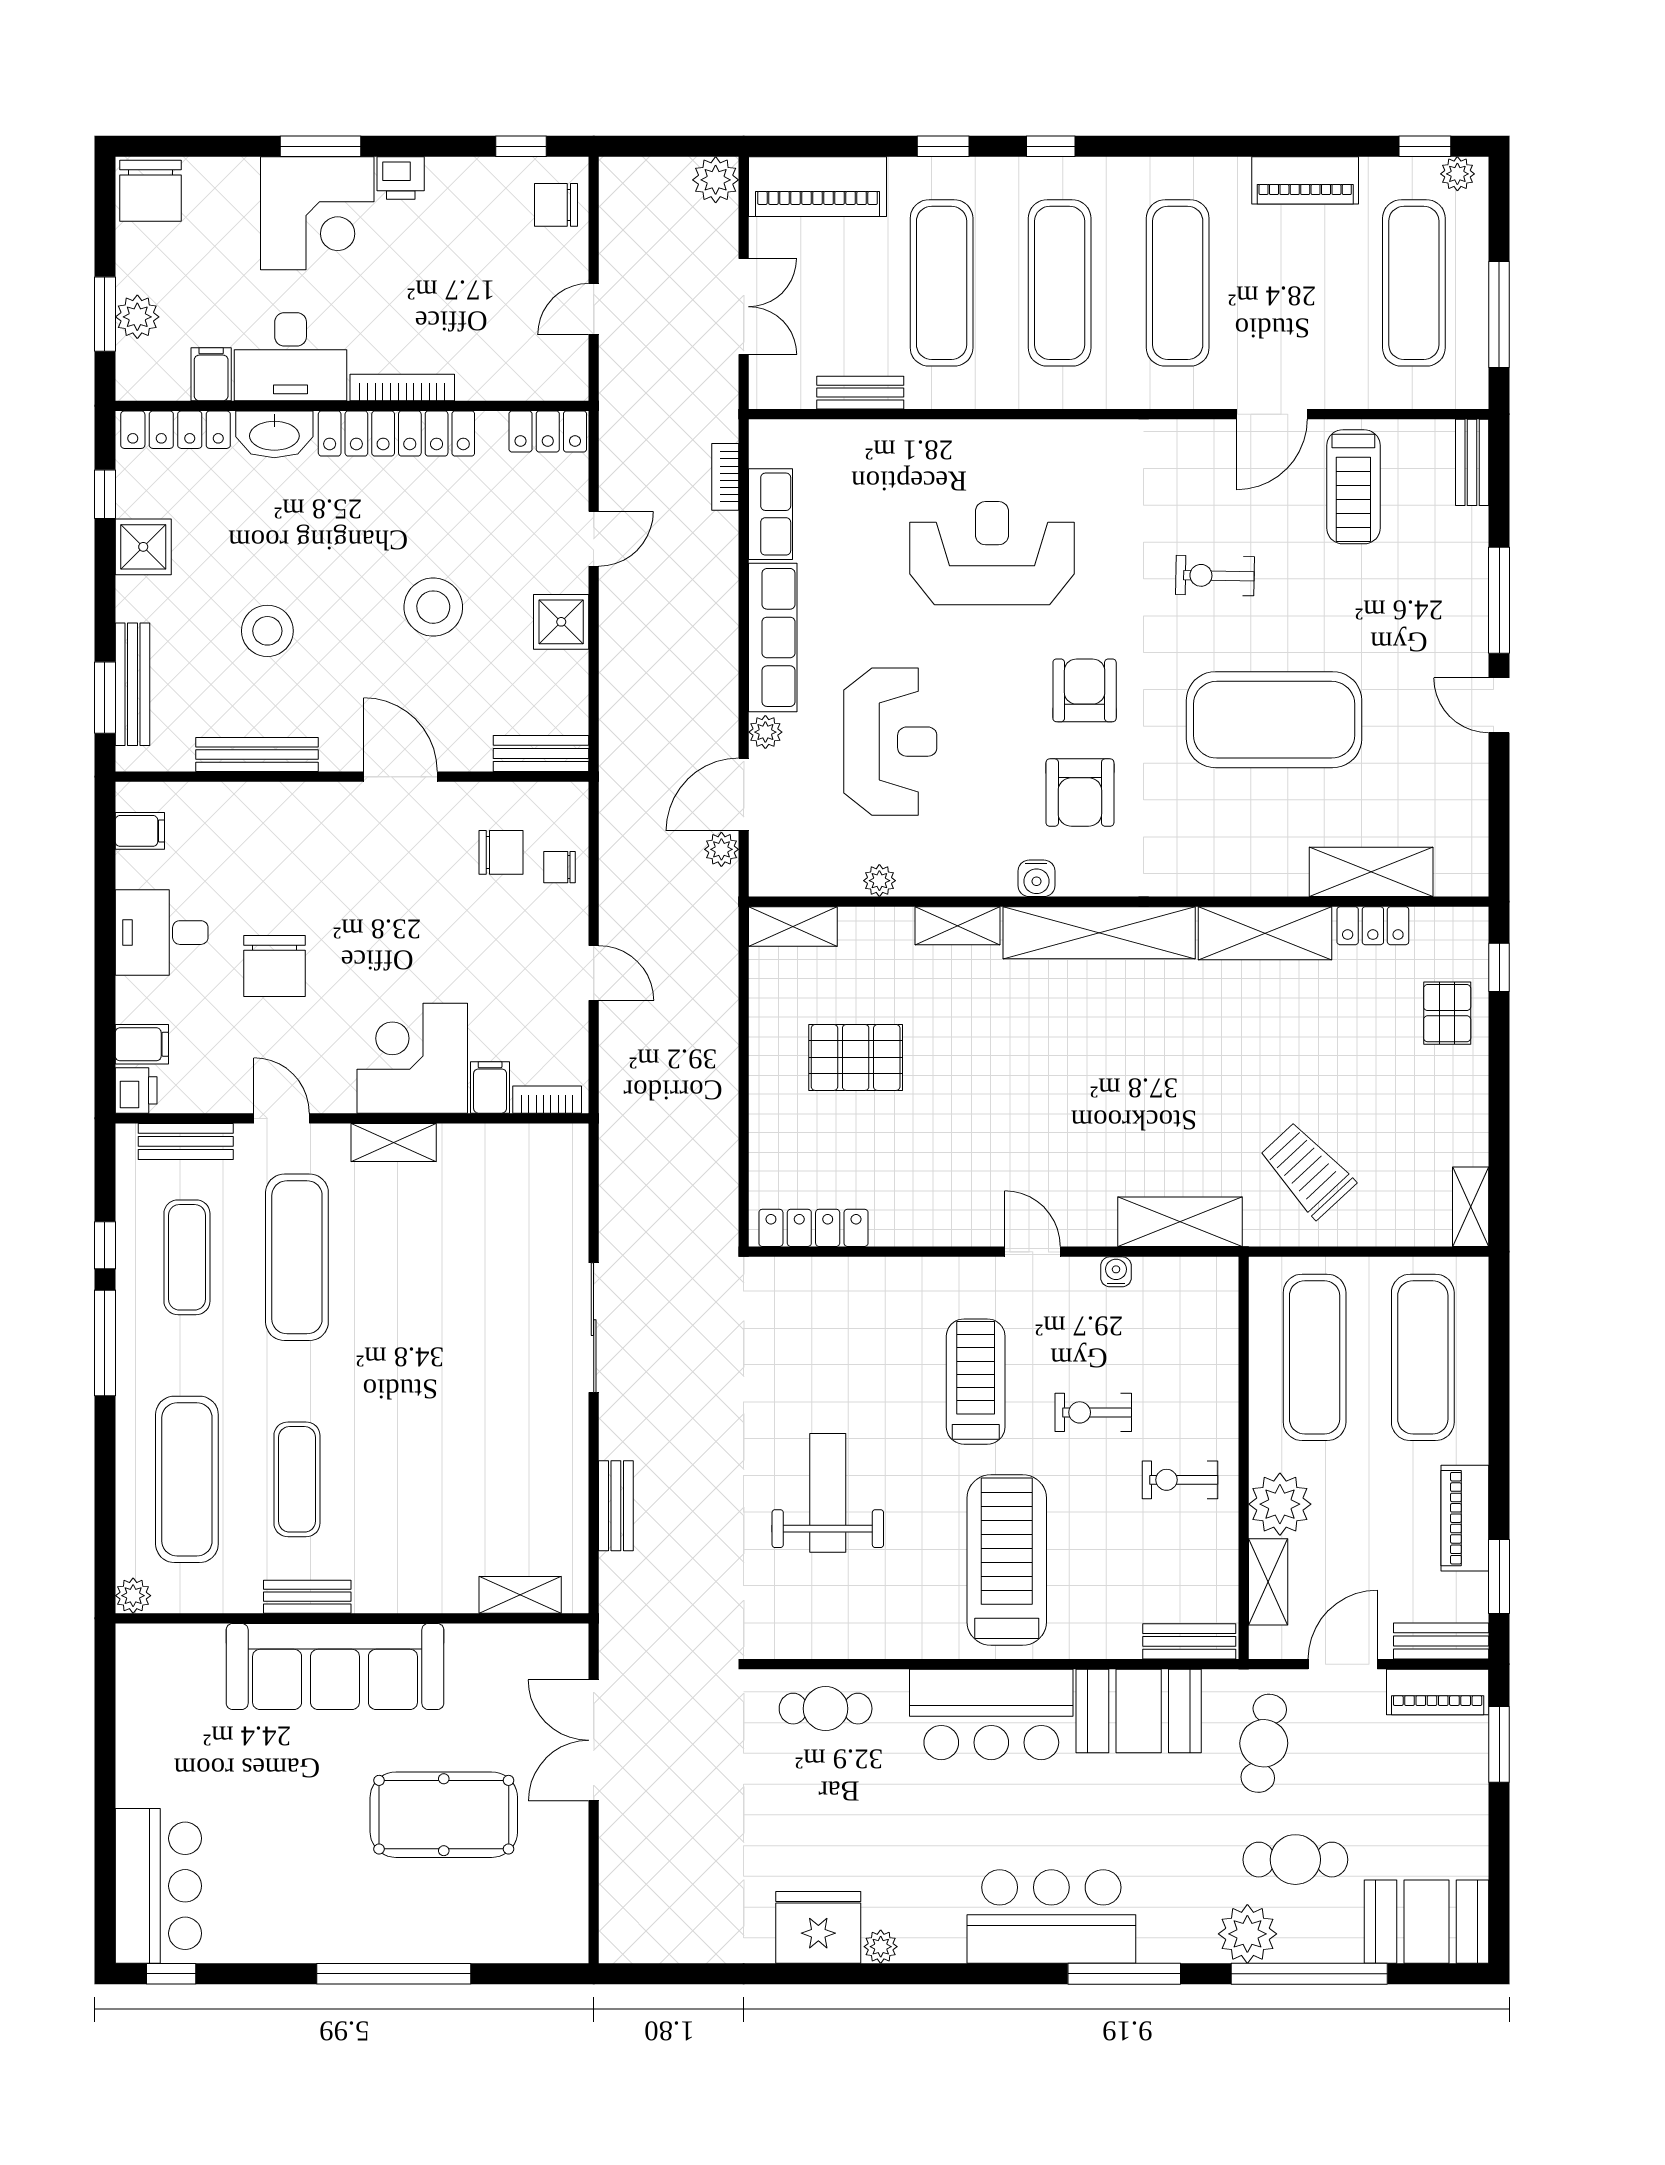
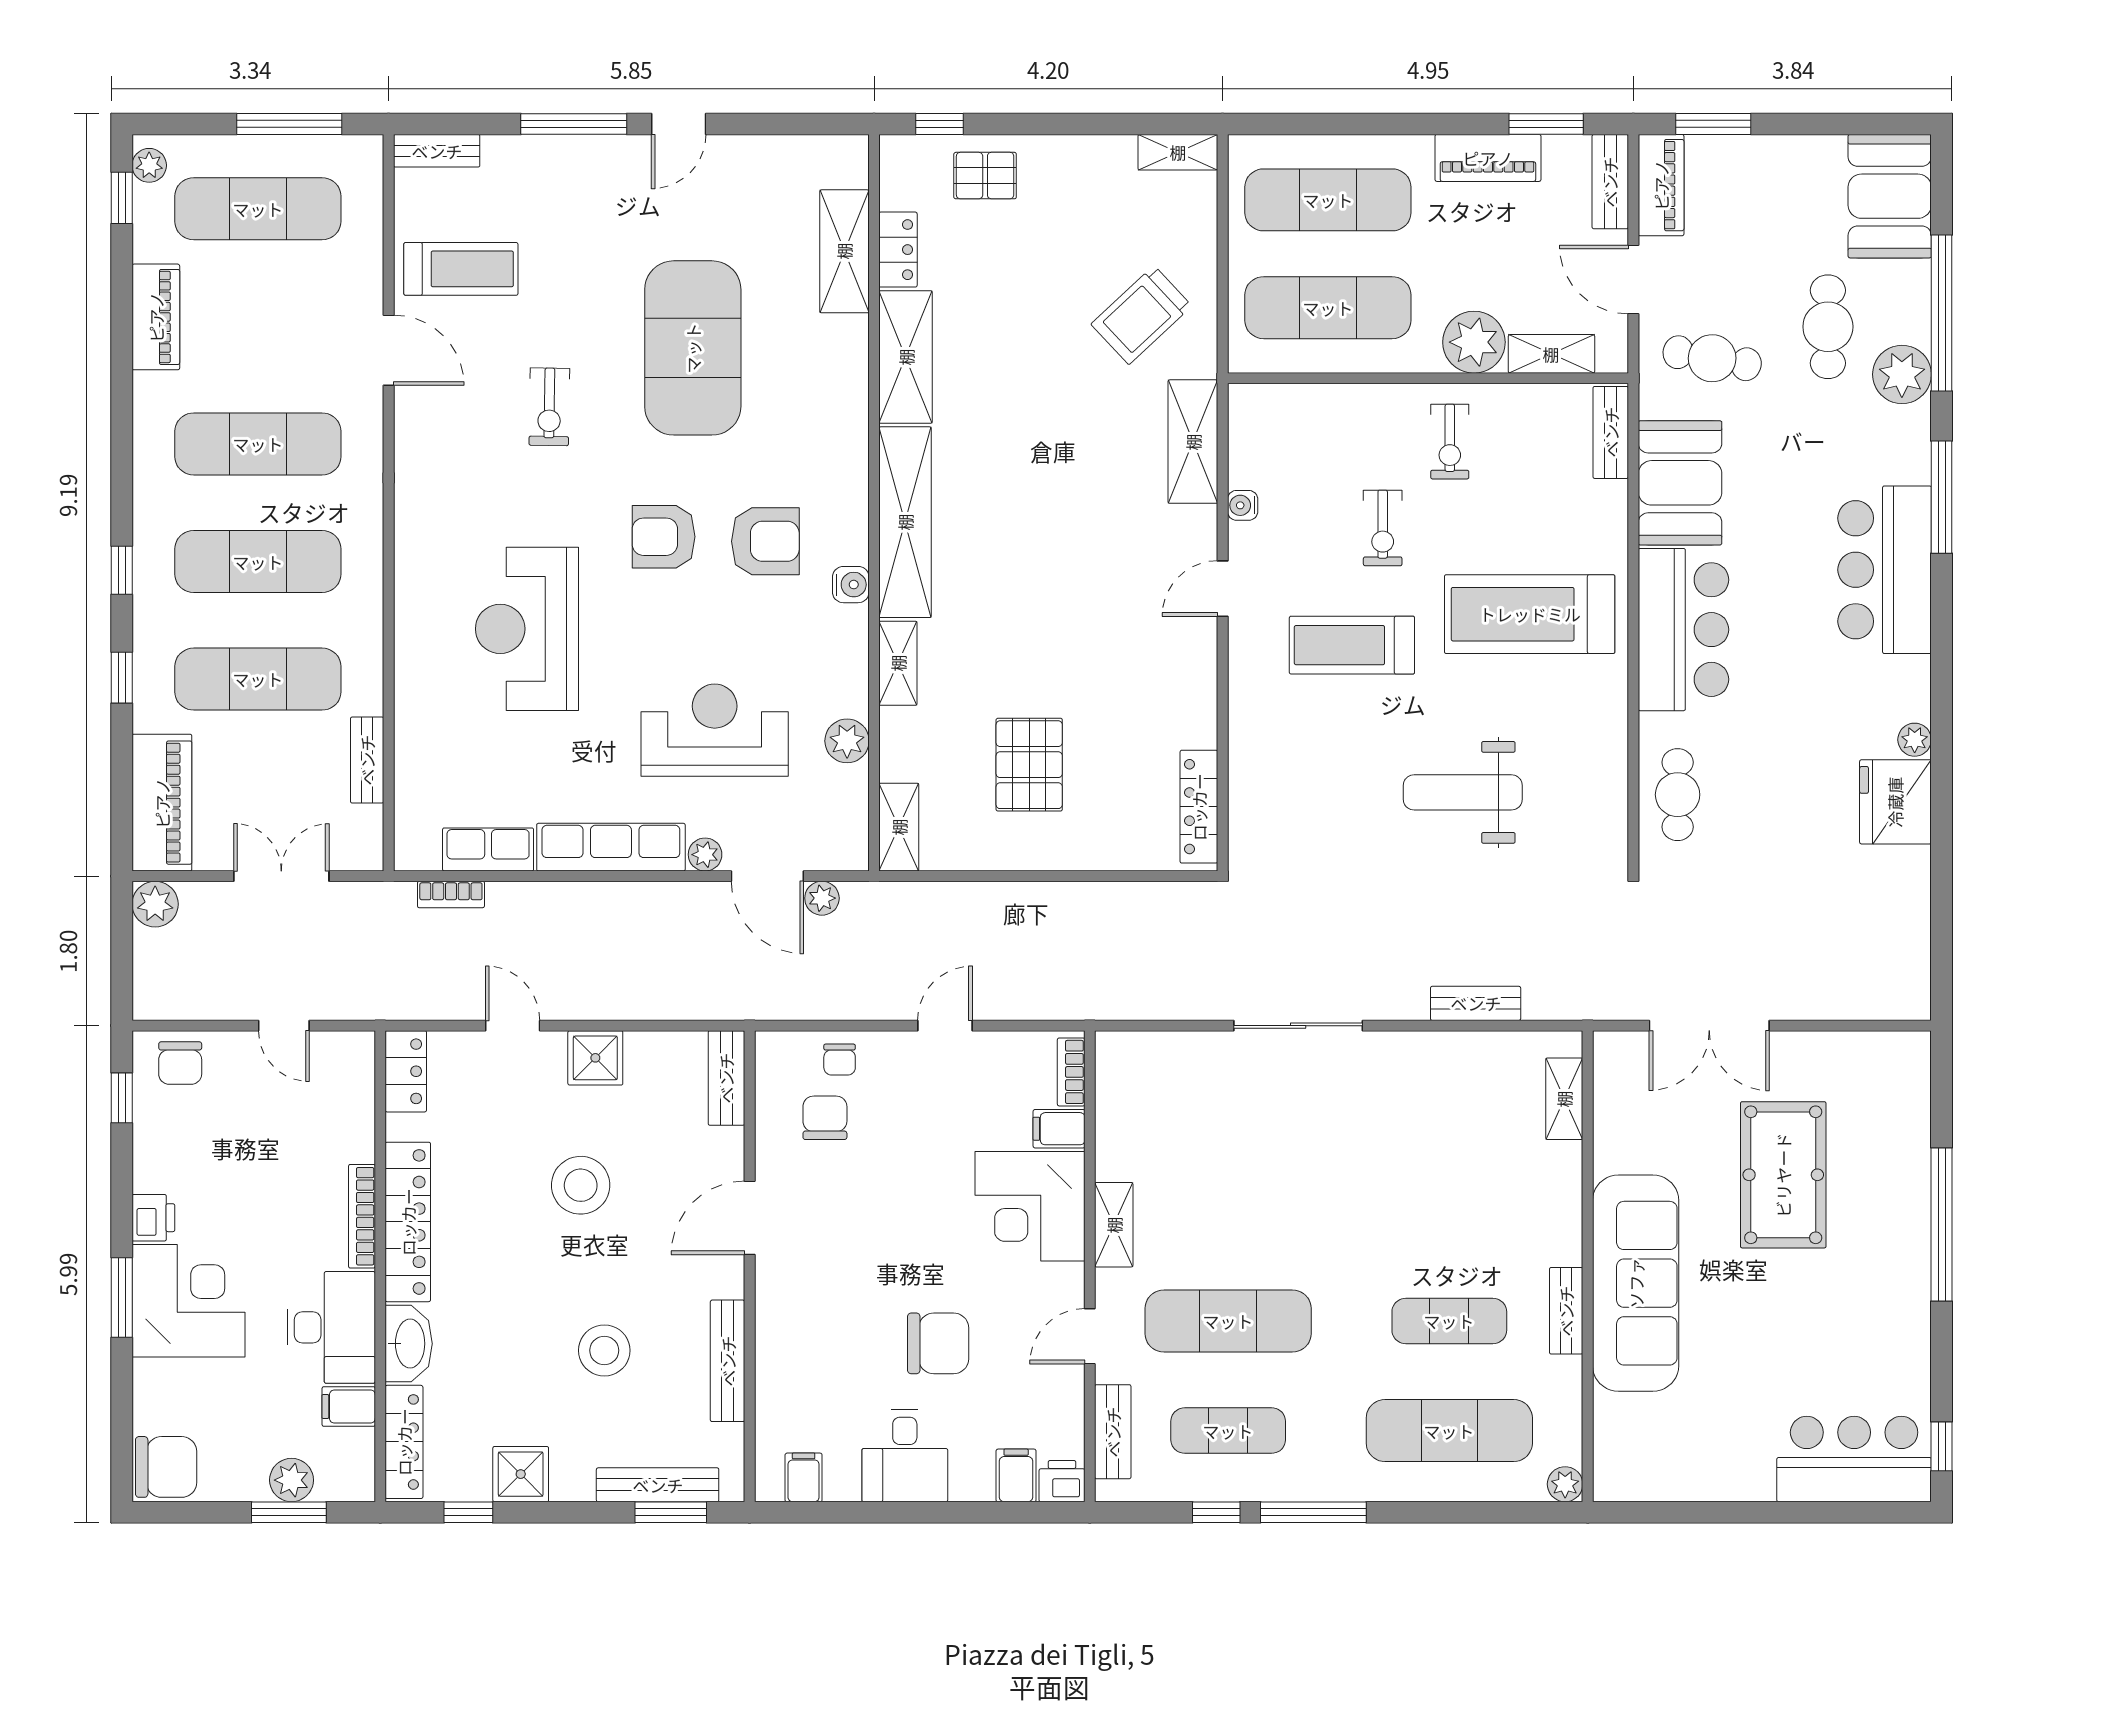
plant: (879, 881) -> (847, 741), width x1.38, depth x1.38

